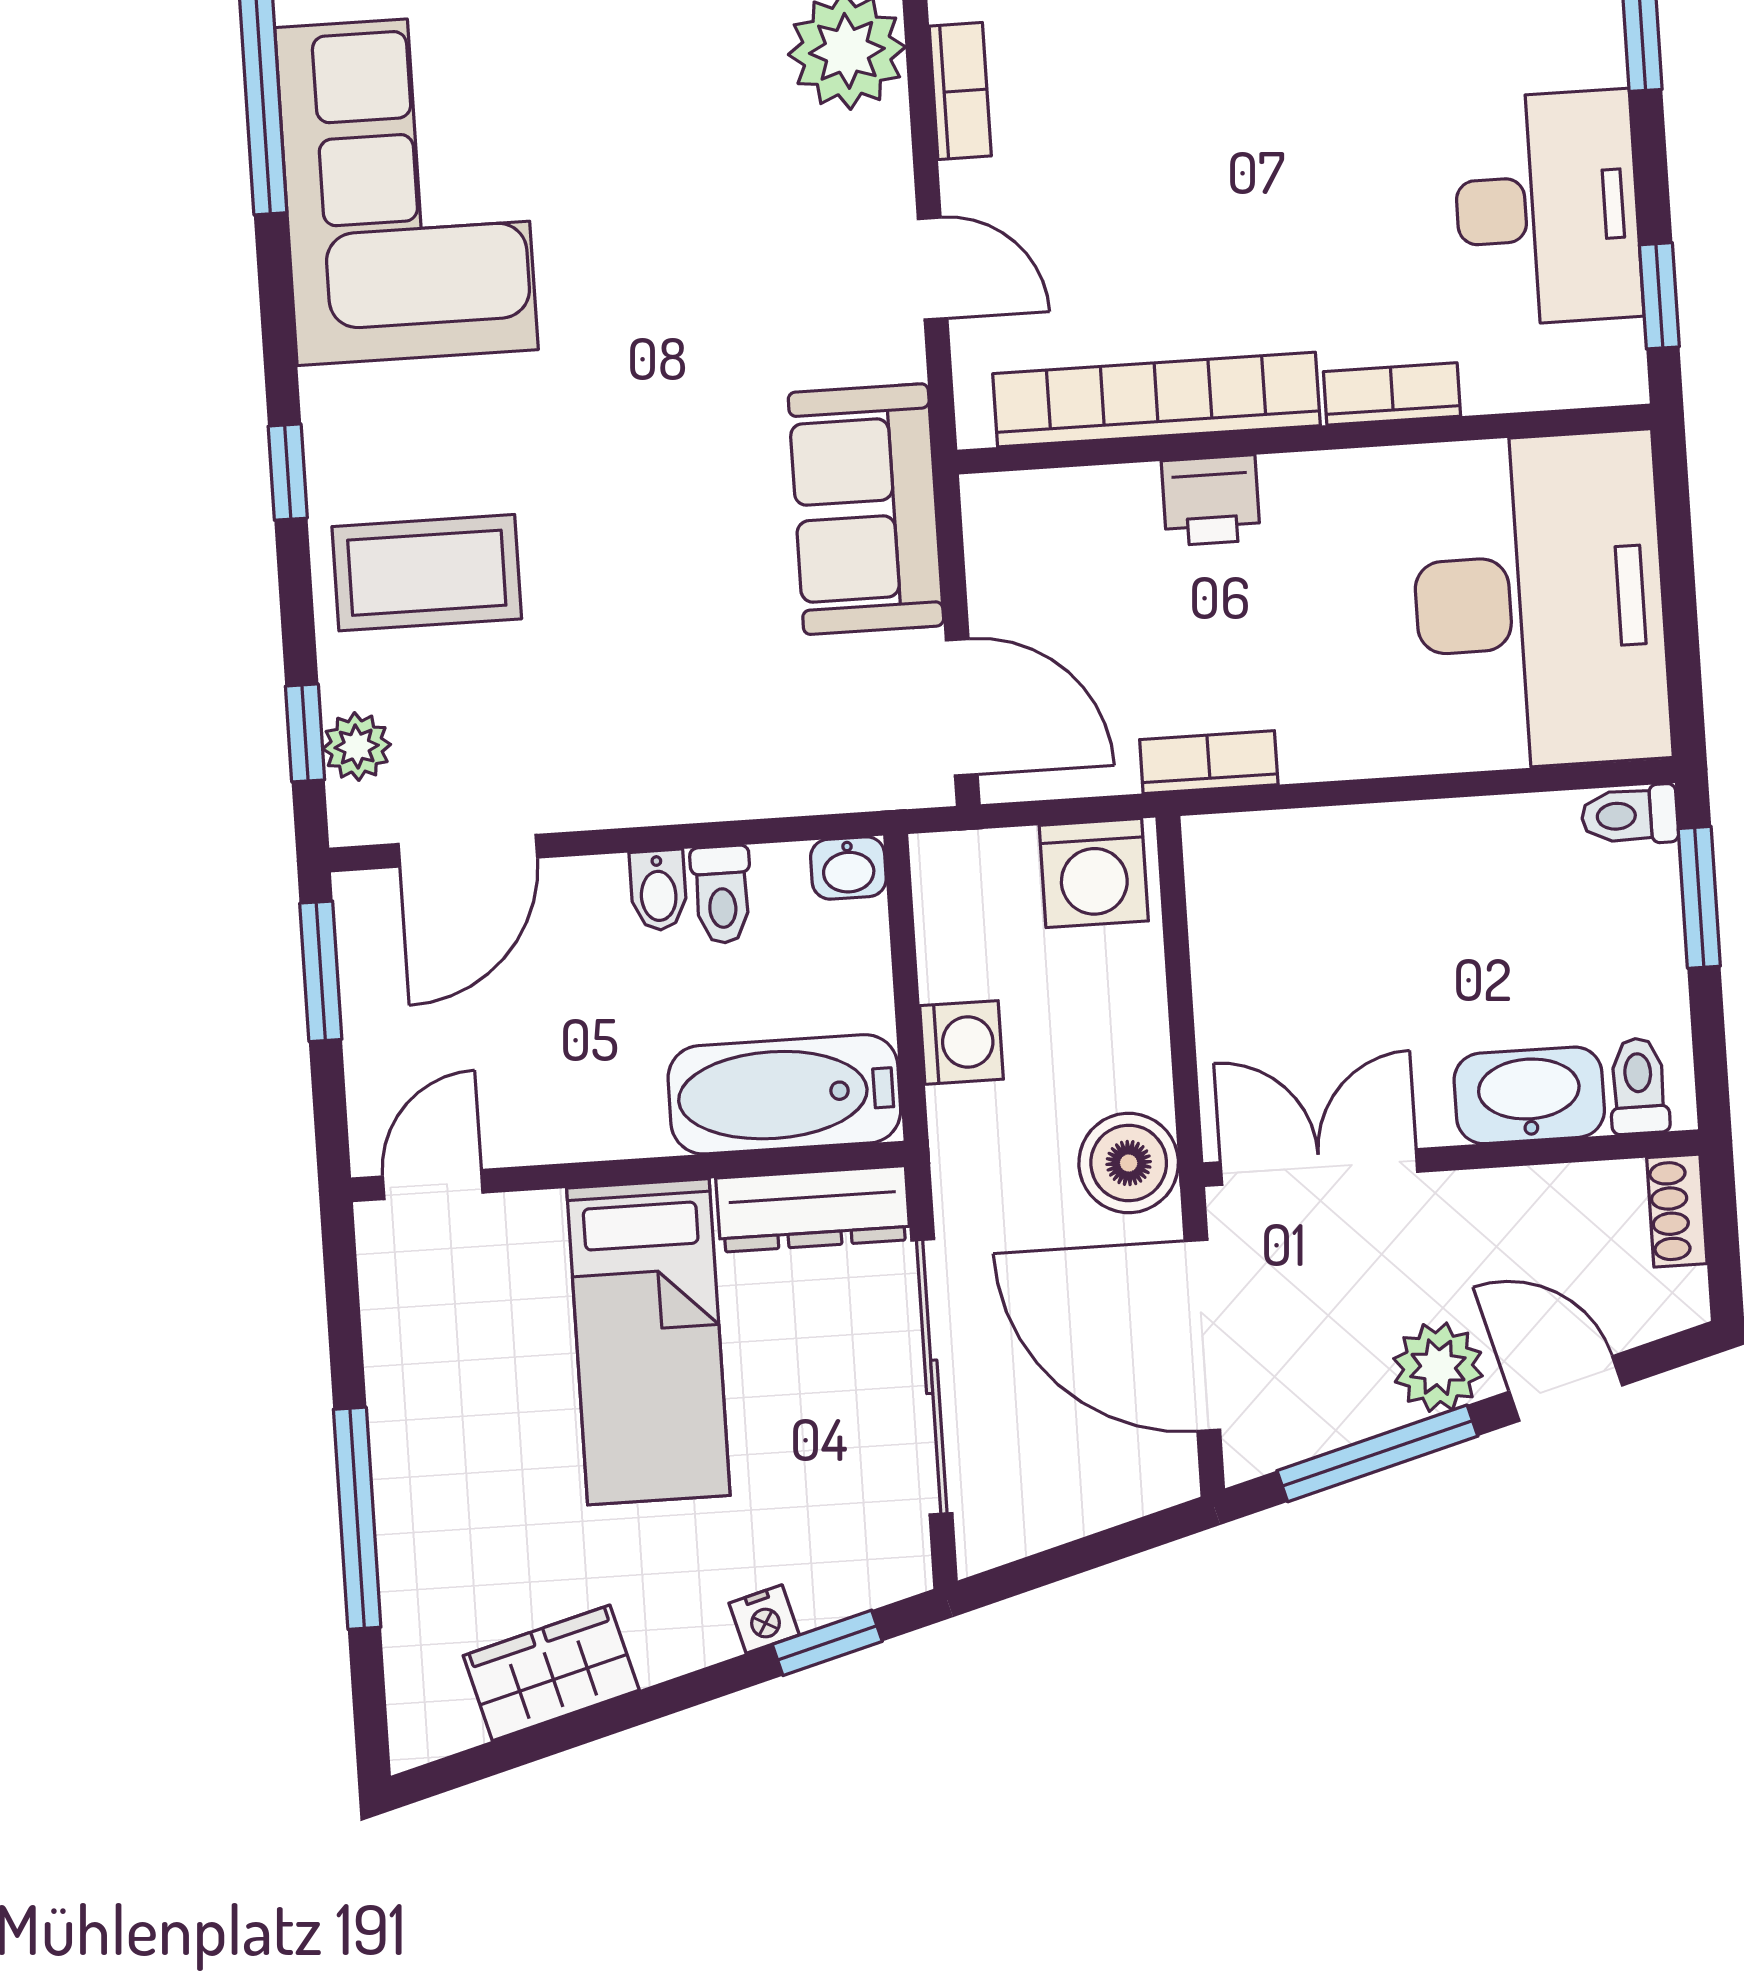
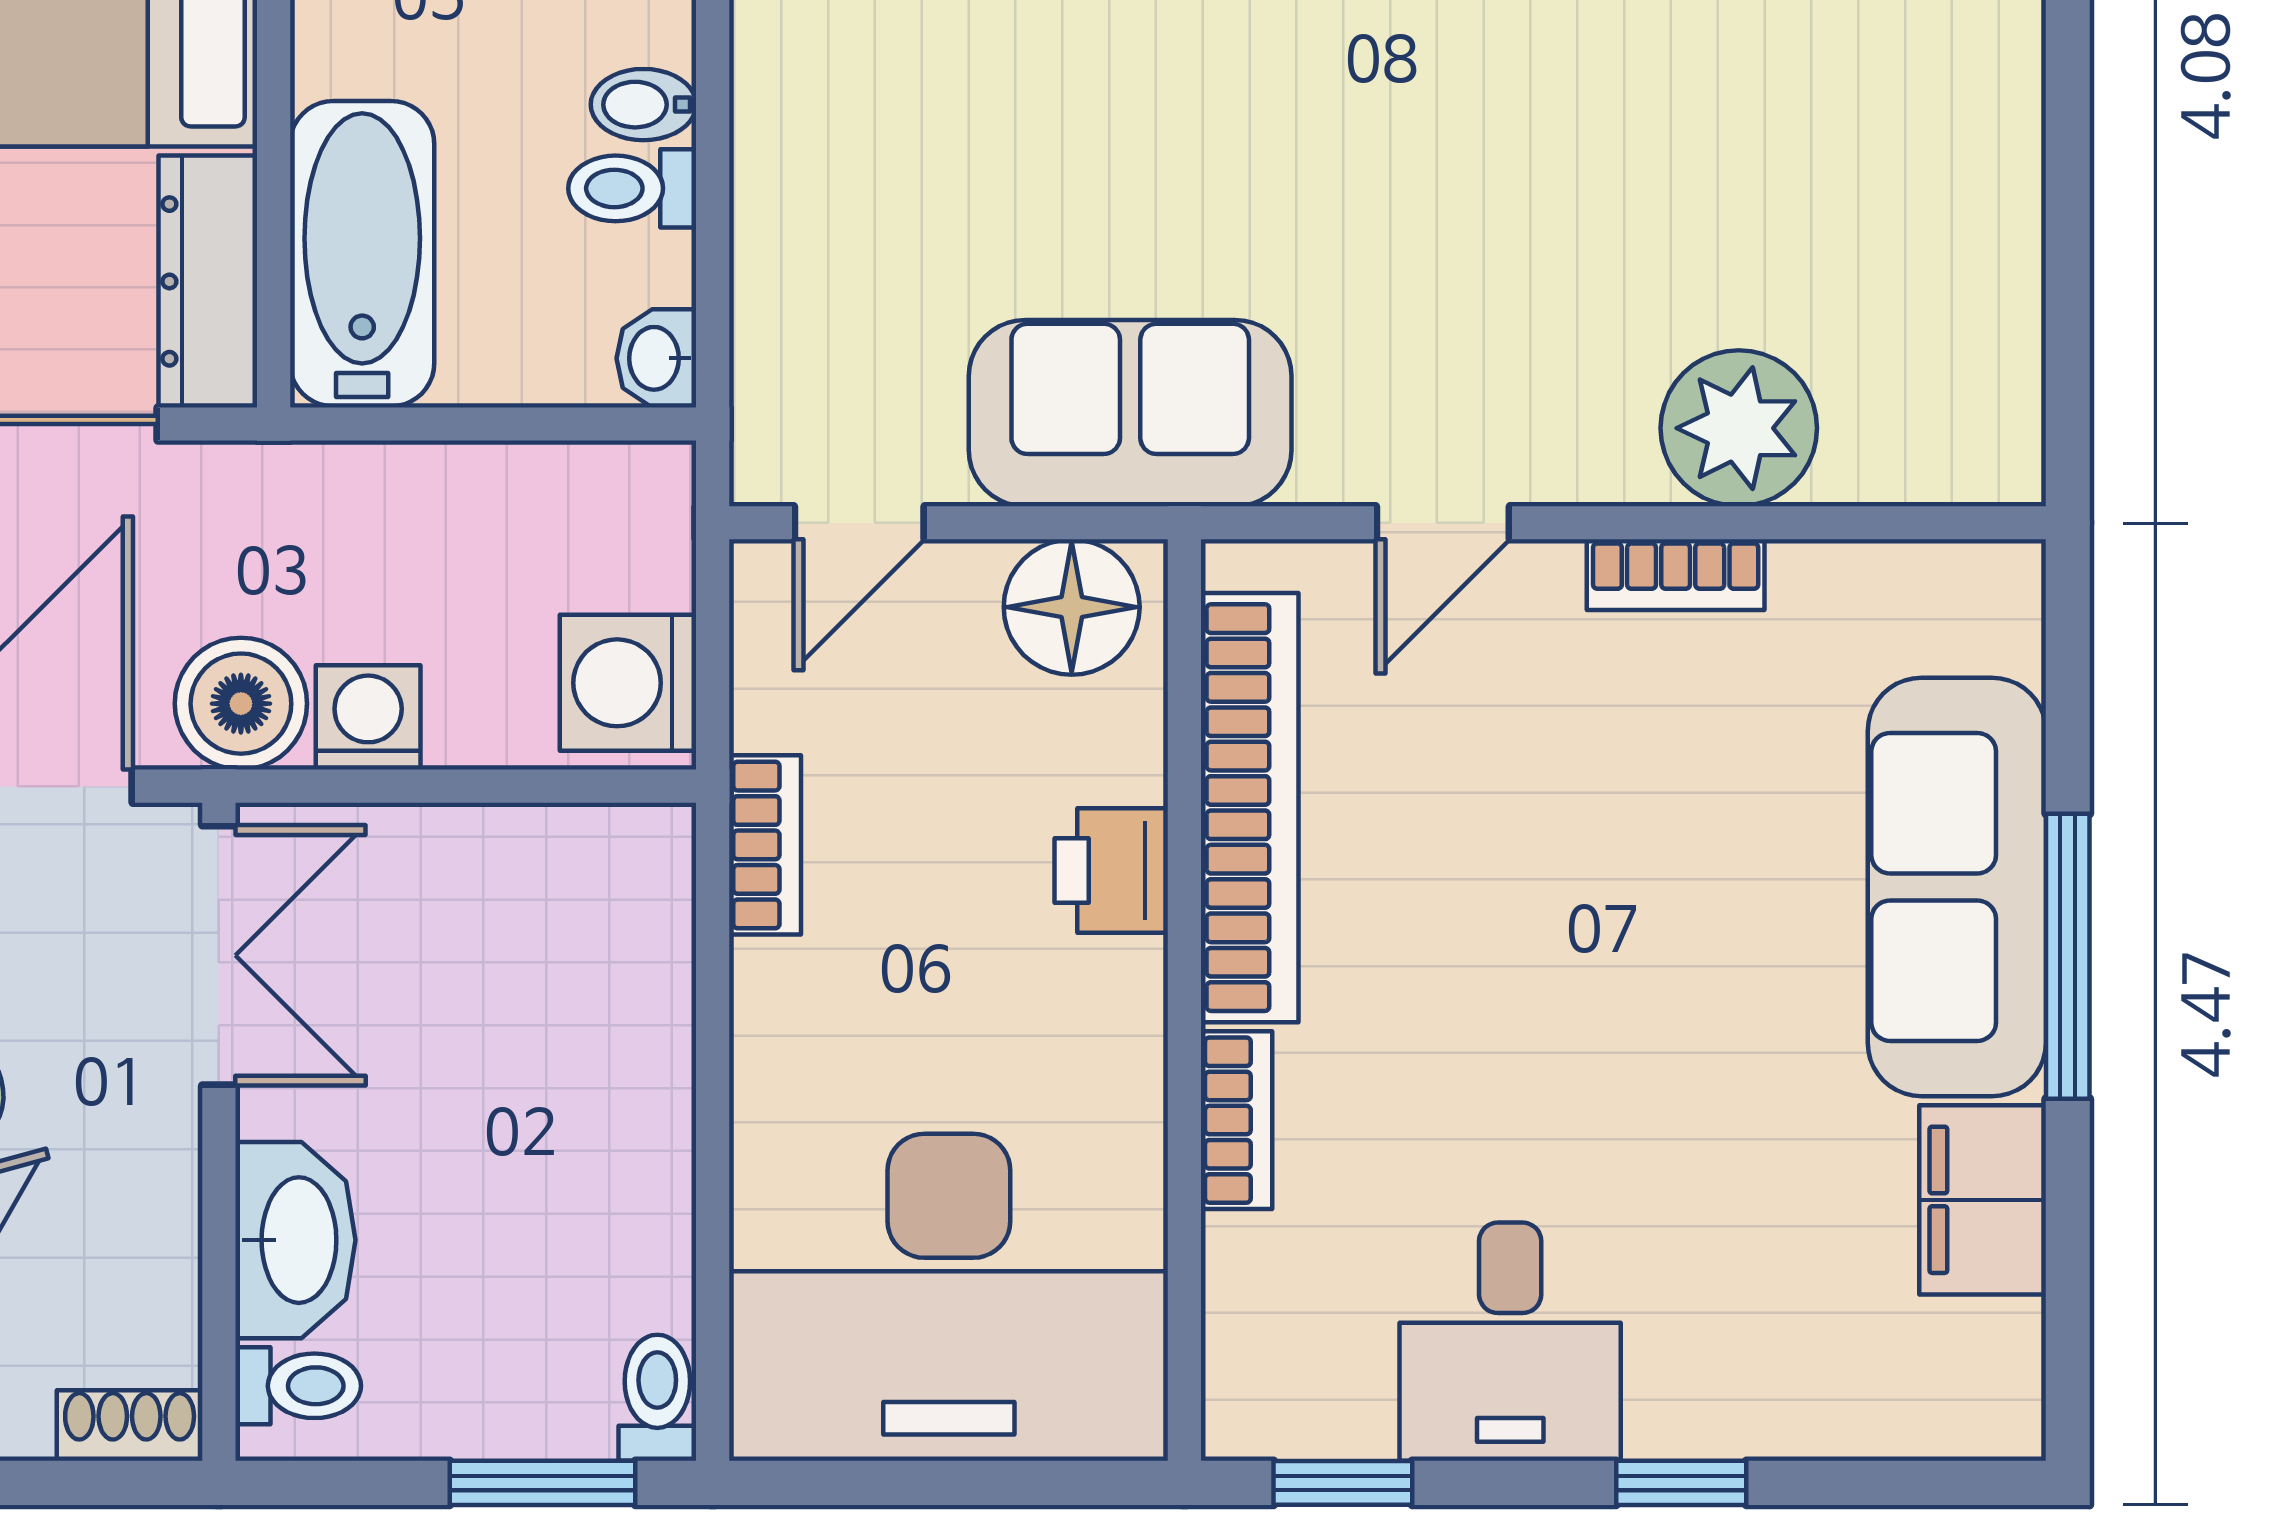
desk: (1547, 208) -> (1510, 1342), width x0.73
floor lamp: (1015, 543) -> (1072, 607), added
door: (962, 707) -> (859, 523), width x0.73
washing machine: (961, 1042) -> (368, 717), moved, turned 180

